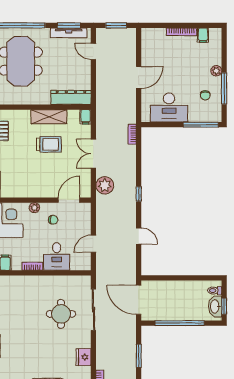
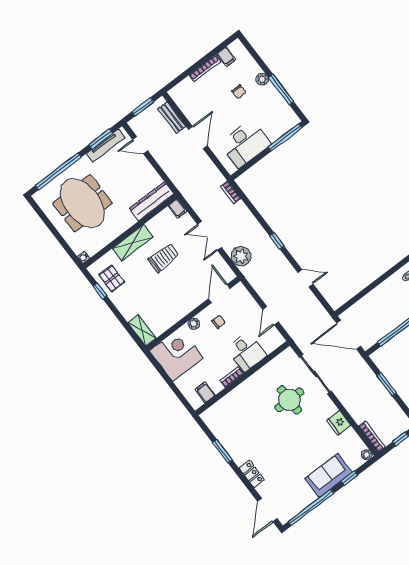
bench: (131, 49) -> (172, 118), added
chair: (205, 95) -> (239, 92), moved
shelving: (49, 117) -> (133, 243), moved

